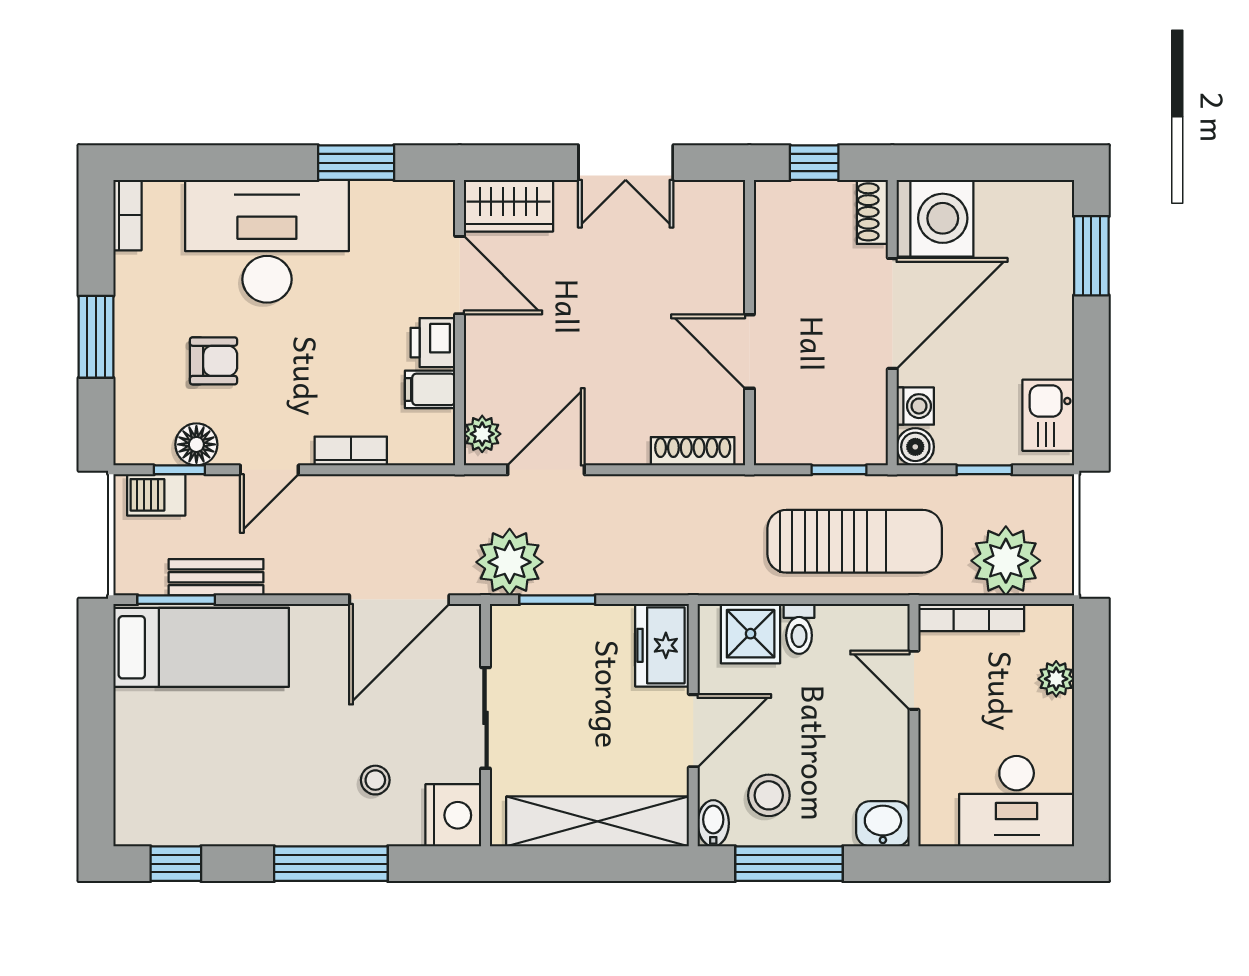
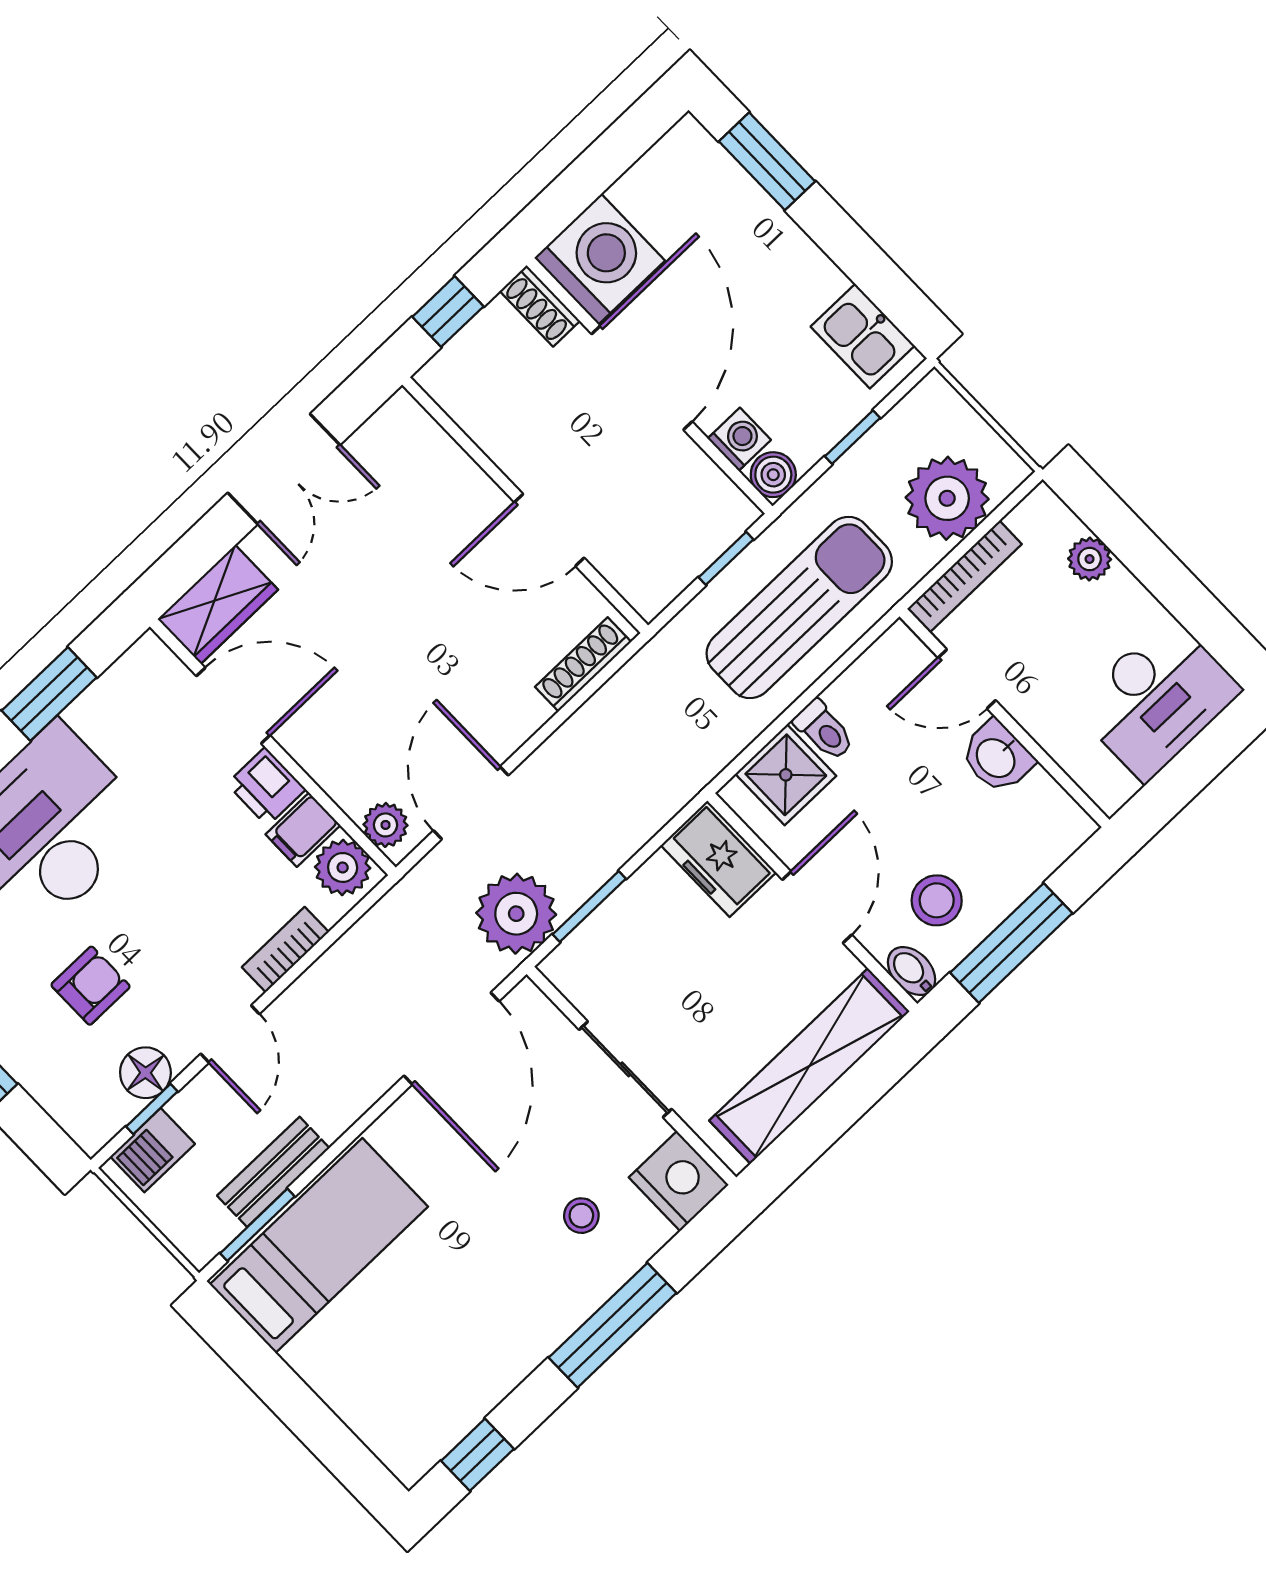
plant: (432, 435) -> (343, 867), added
washbasin: (883, 824) -> (997, 757), moved, turned -90

